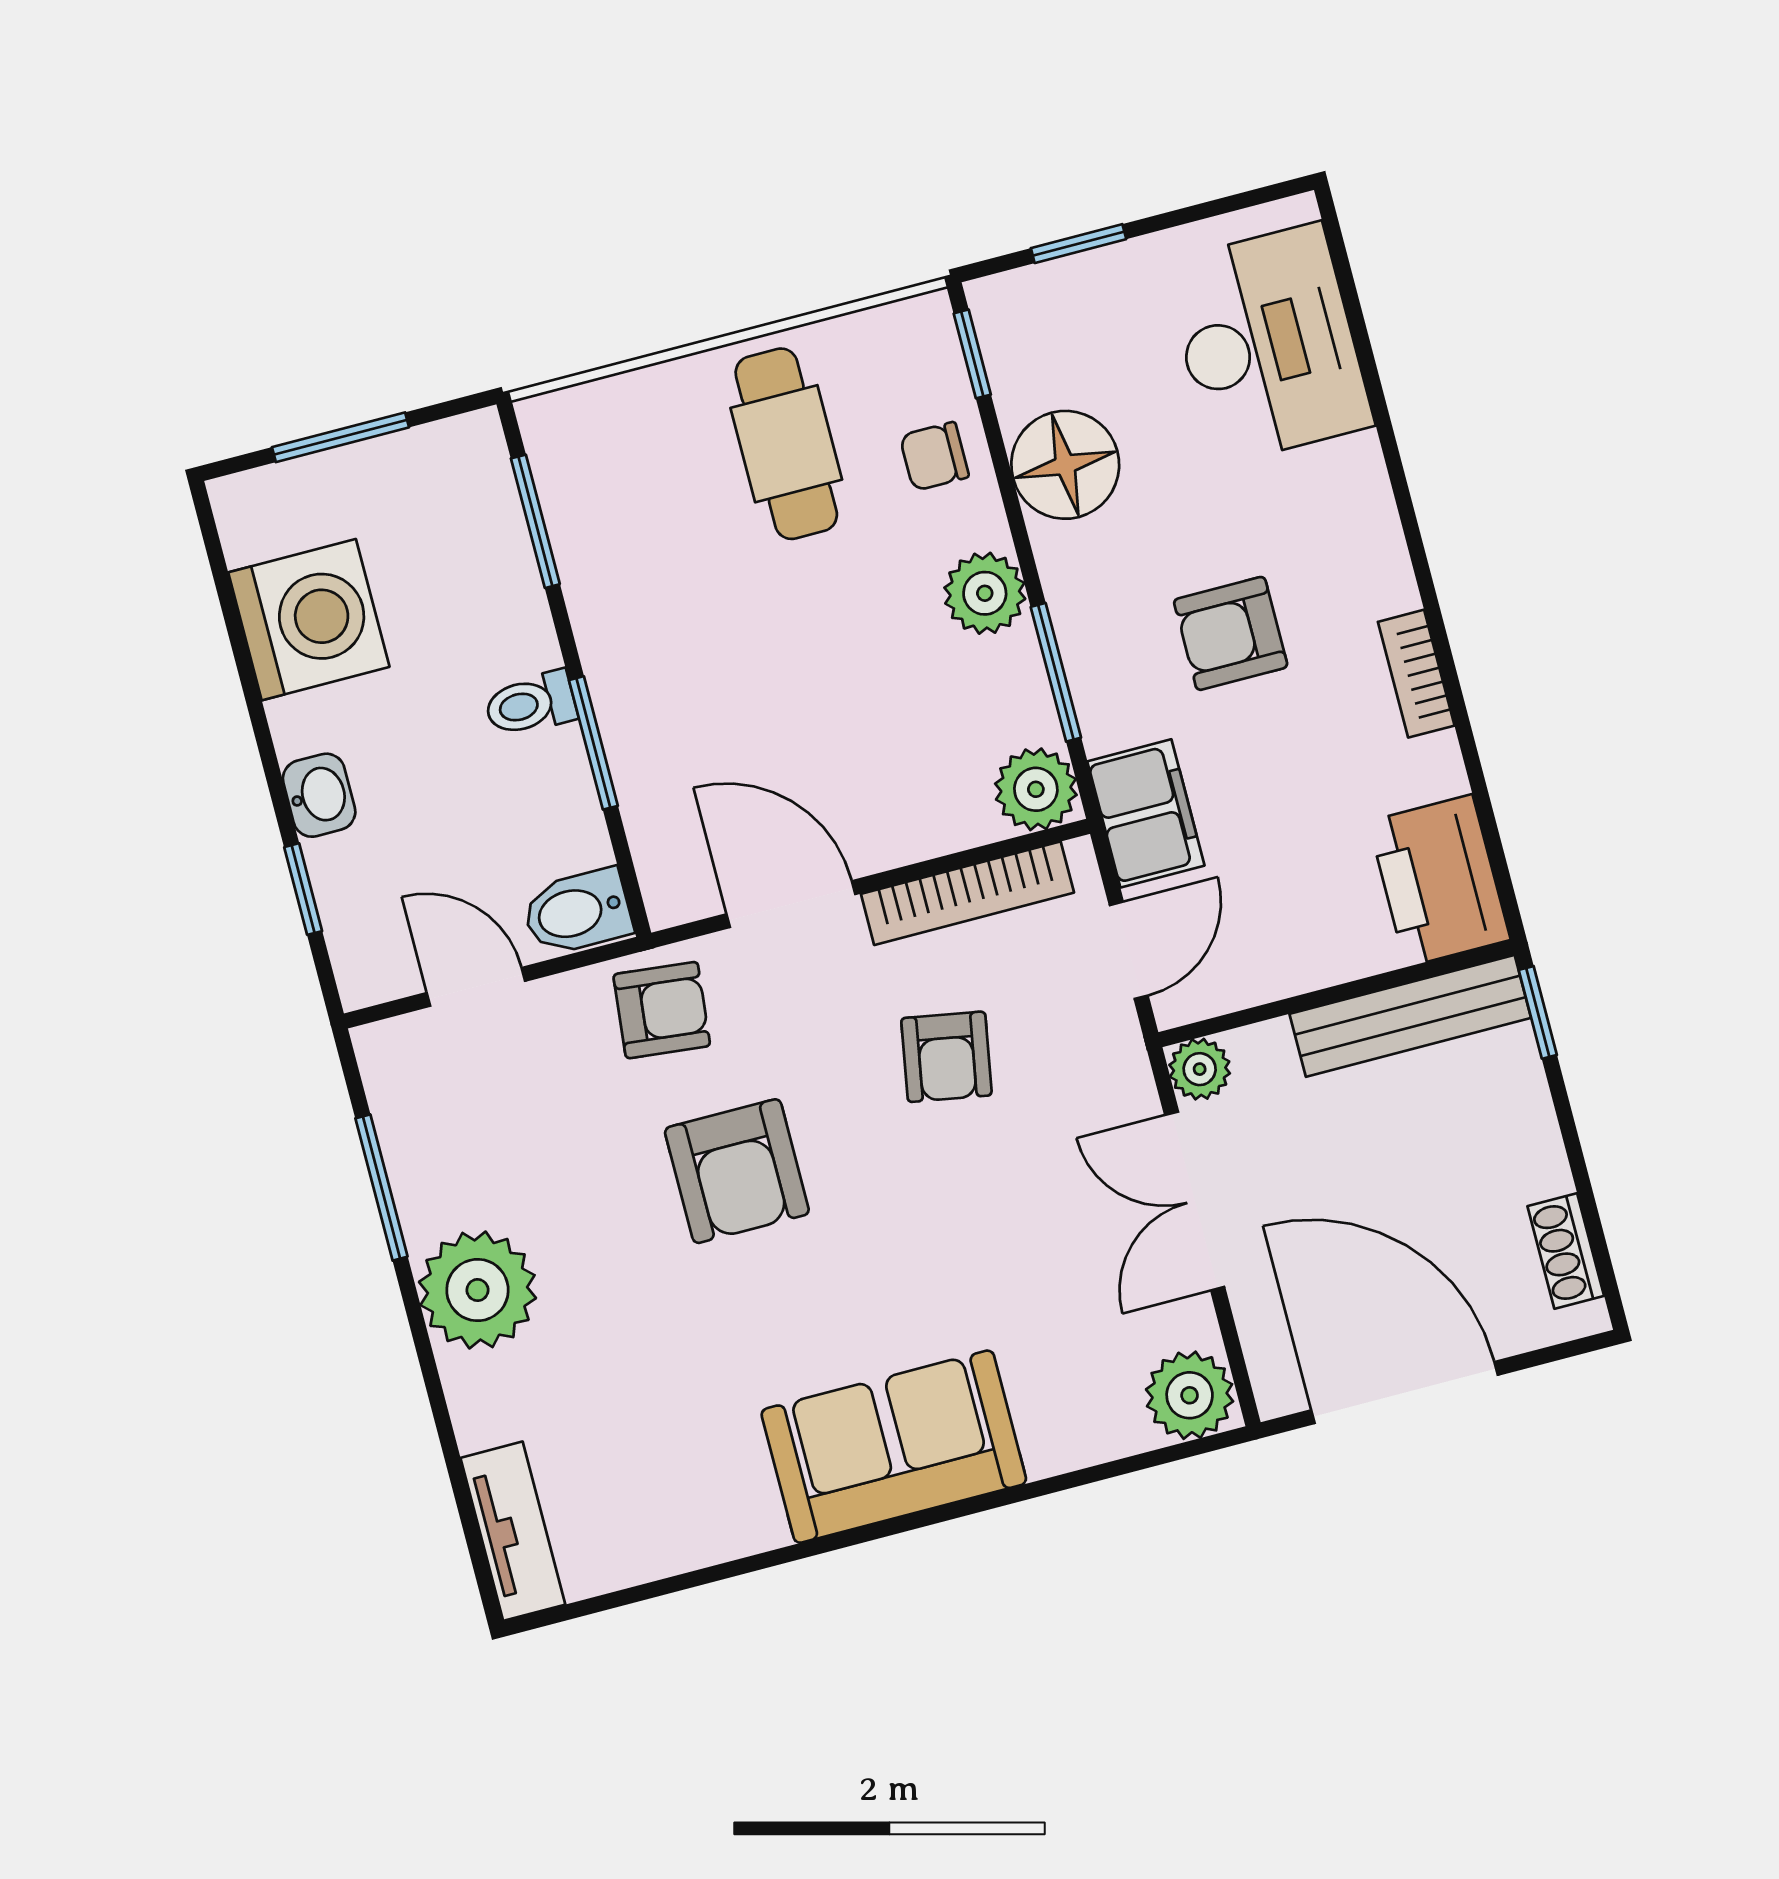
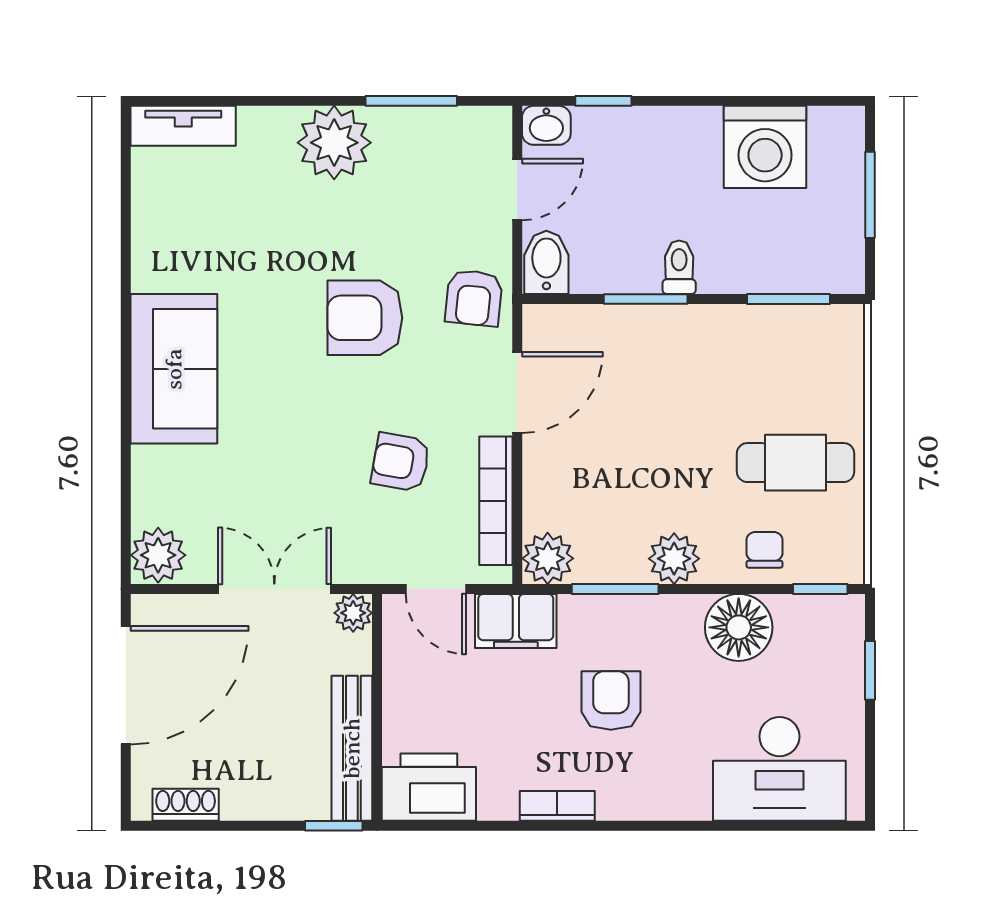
washbasin: (319, 795) -> (546, 125), moved

